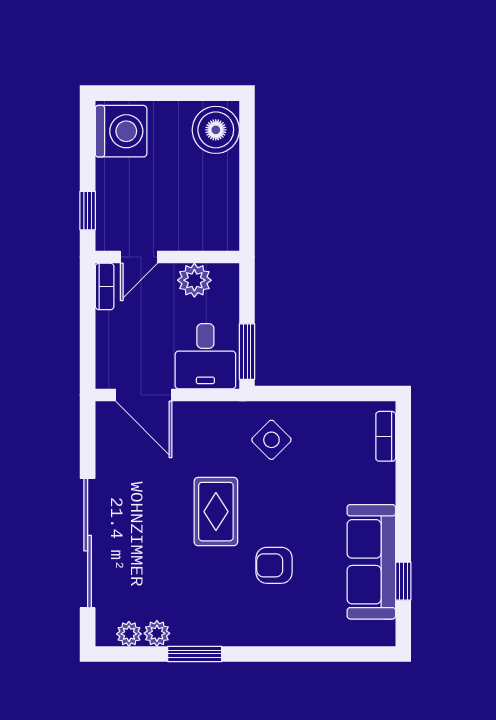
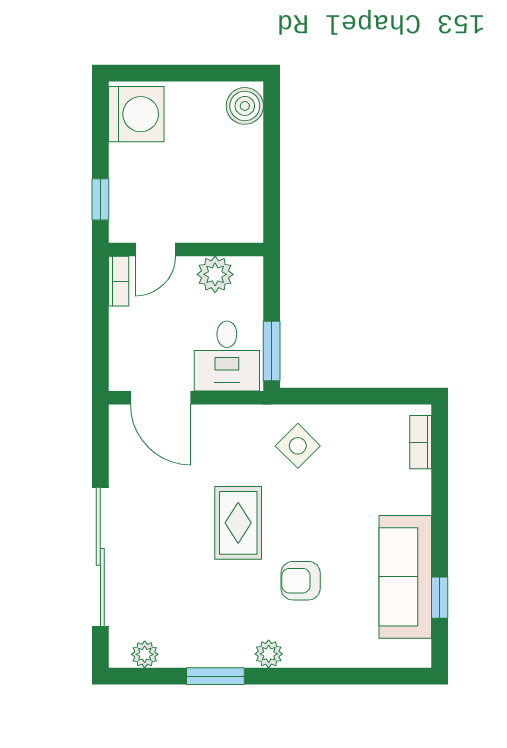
boiler: (216, 130) -> (245, 106), width x0.73, depth x0.73
plant: (157, 633) -> (269, 654), moved

